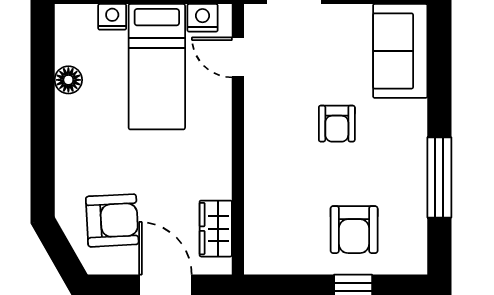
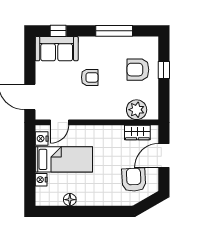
window: (439, 54) -> (58, 31), added
plant: (266, 226) -> (137, 110), added
armchair: (354, 230) -> (138, 70), turned 180

